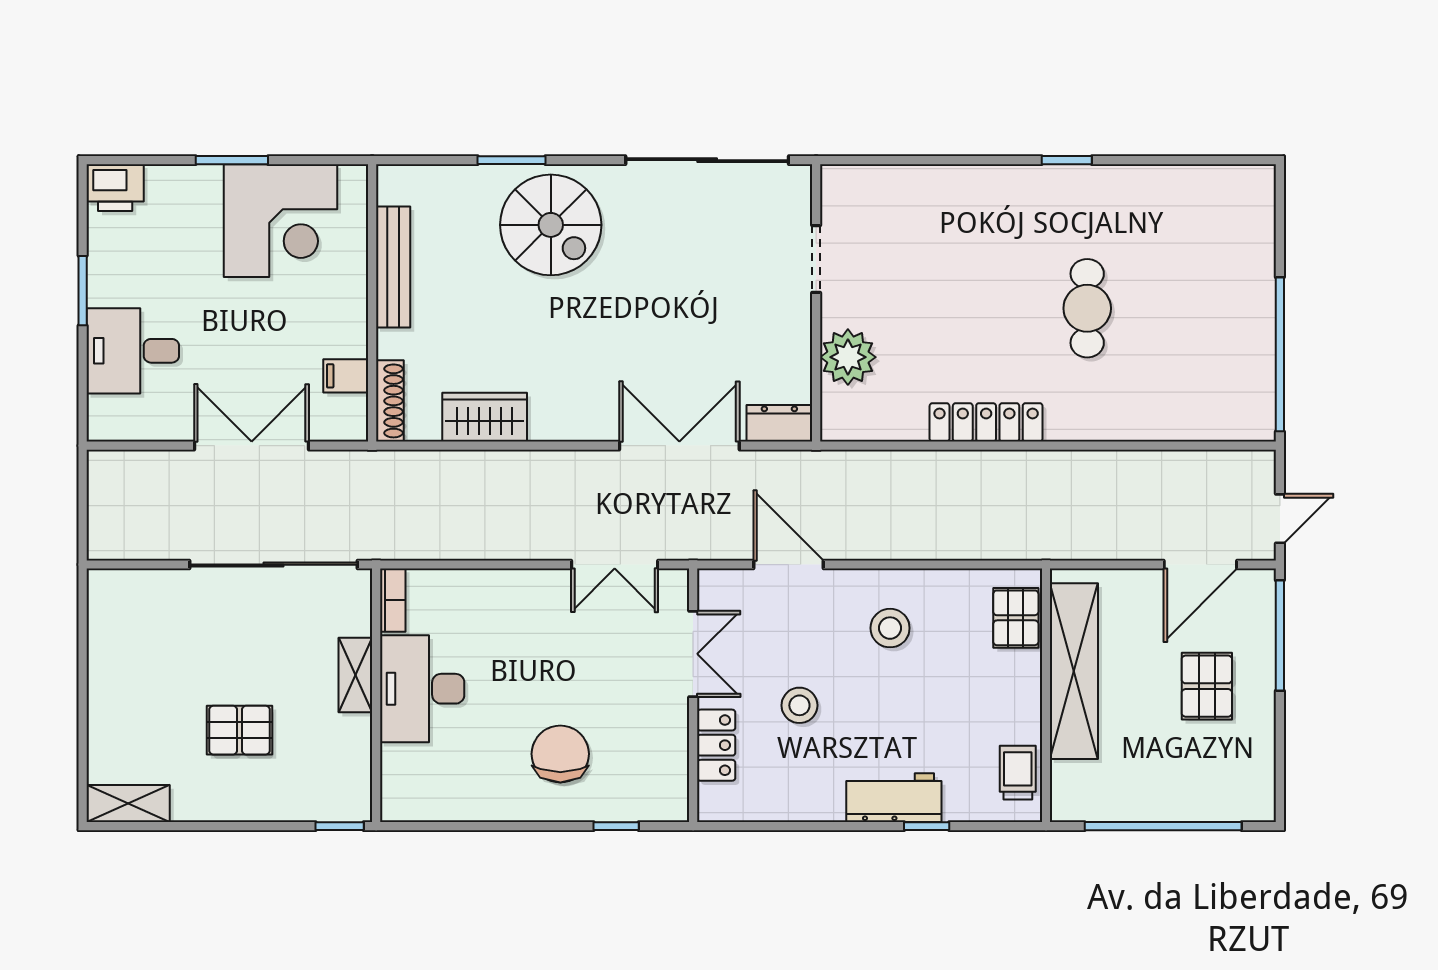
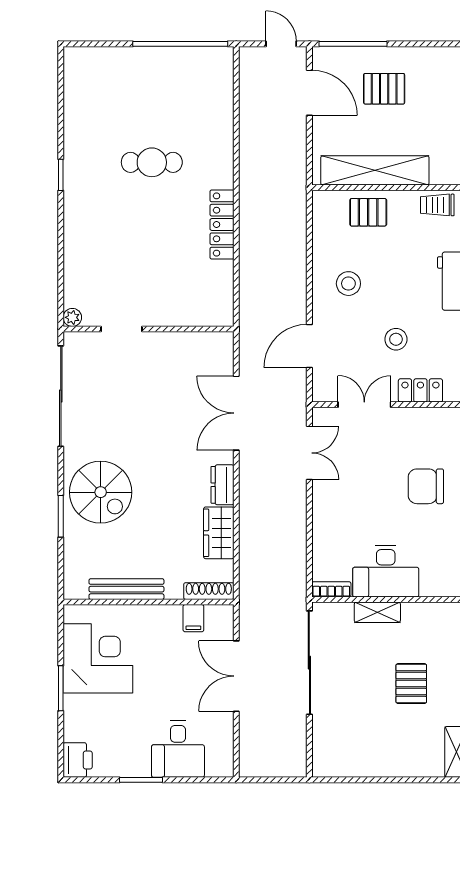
spiral stairs: (551, 225) -> (101, 492), turned 90
plant: (848, 357) -> (72, 317), moved, width x0.53, depth x0.53
dresser: (779, 423) -> (222, 485), moved
pallet: (1016, 618) -> (368, 212), moved

